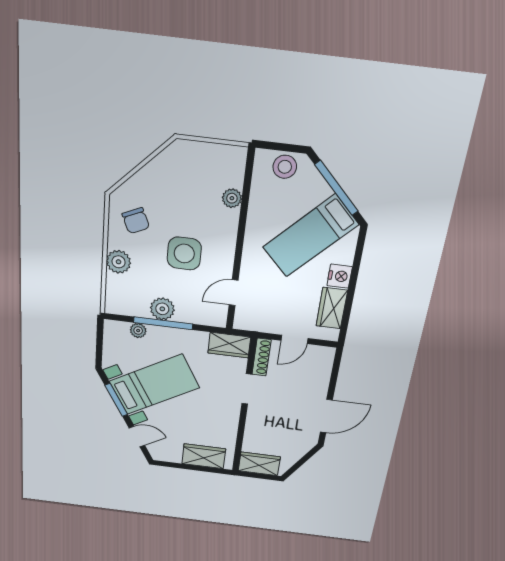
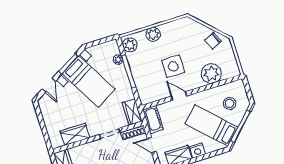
stool: (285, 167) -> (230, 103), moved
plant: (232, 198) -> (211, 74), width x1.87, depth x1.87
chair: (136, 221) -> (213, 41), moved
door: (234, 293) -> (179, 96), moved
plant: (162, 309) -> (130, 45), moved
cot: (255, 321) -> (153, 119), added
wardrobe: (204, 456) -> (75, 134), moved, turned -90

